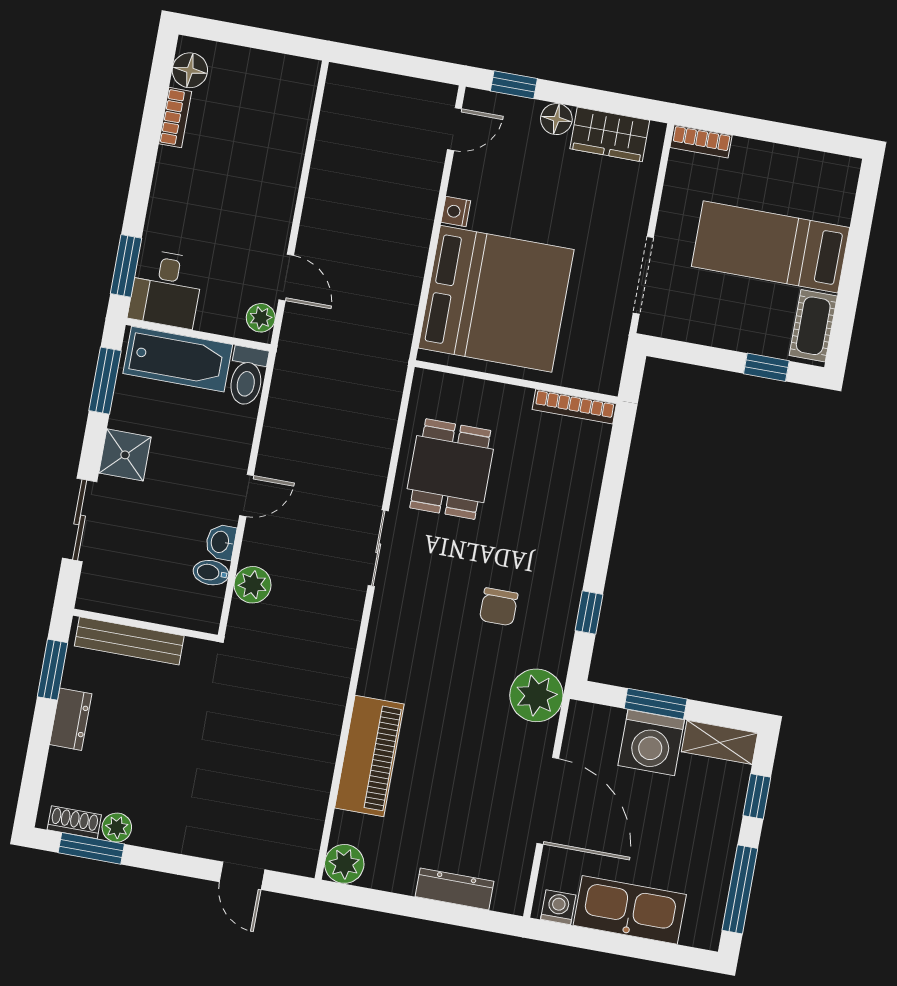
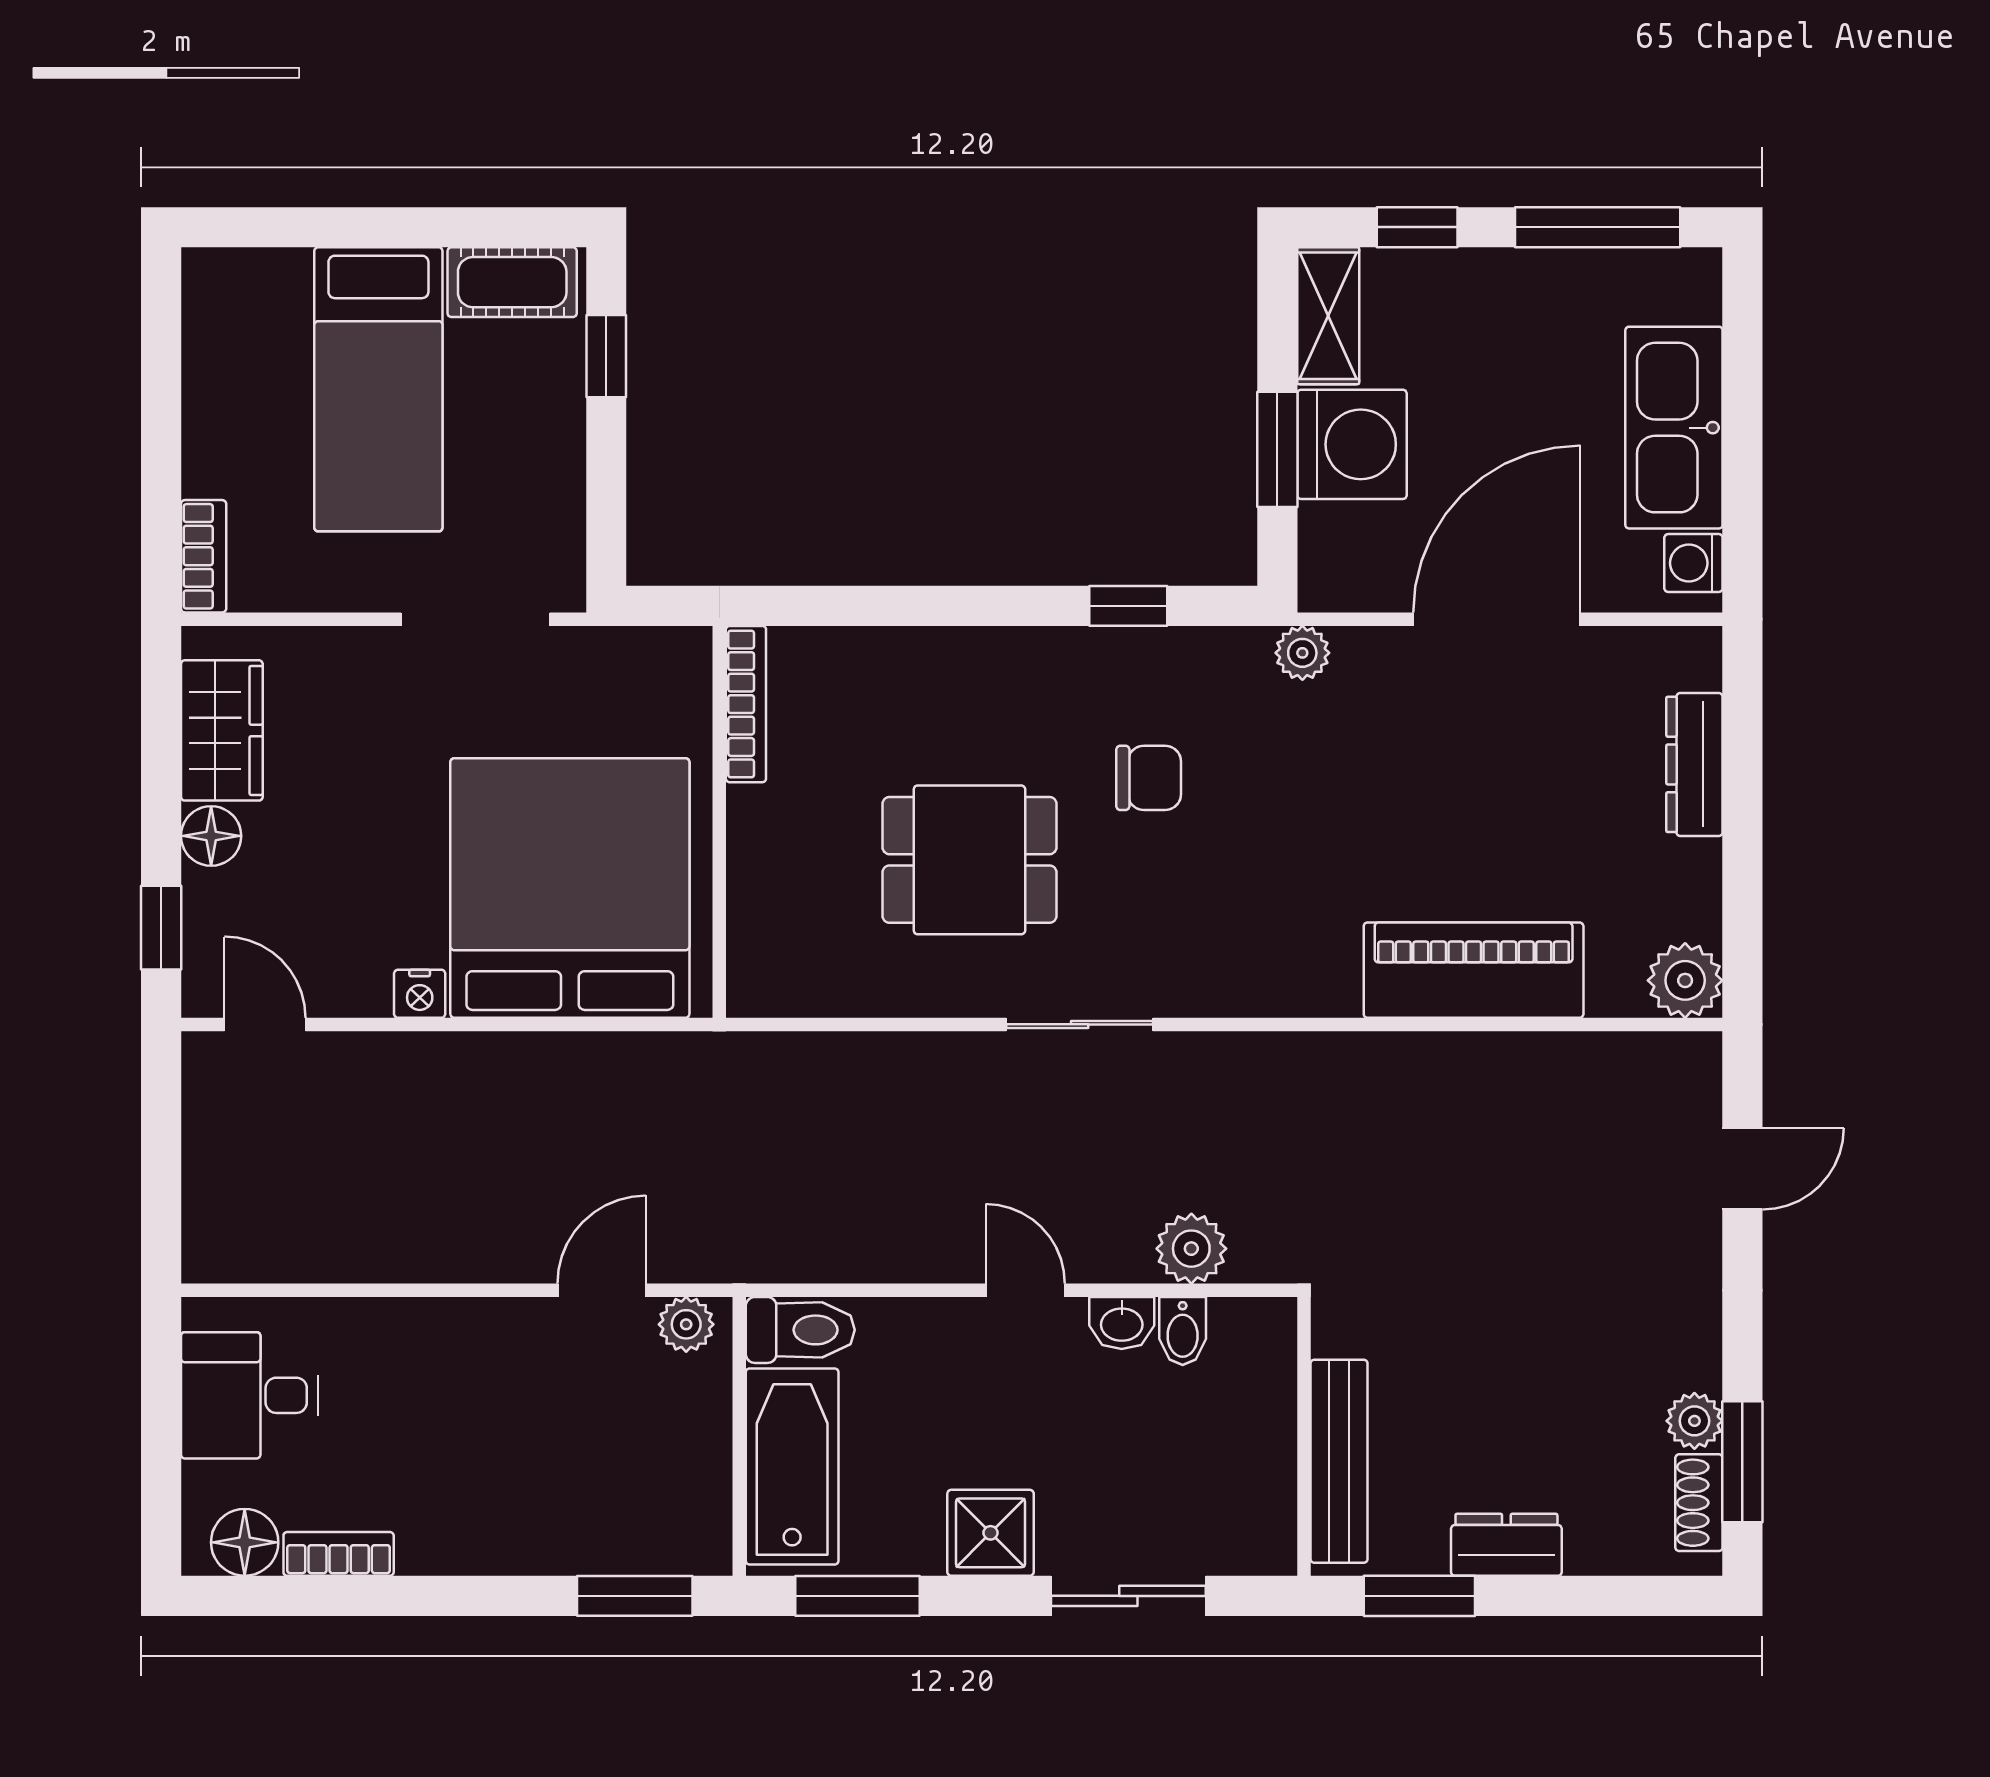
desk: (166, 289) -> (249, 1395), moved, turned 180
dining table: (450, 469) -> (969, 860), moved
plant: (536, 695) -> (1302, 653), width x0.53, depth x0.53

